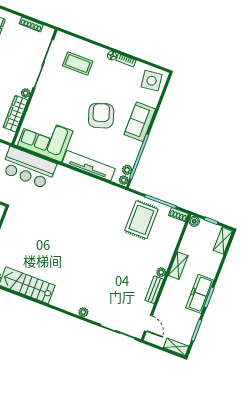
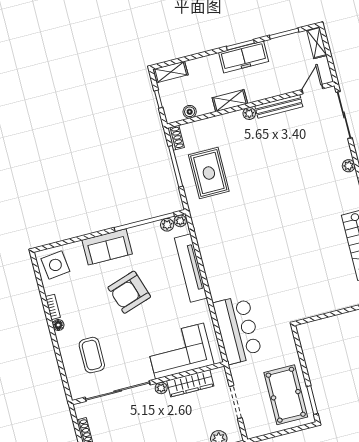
corner sofa: (45, 138) -> (180, 351), moved, turned 90
rug: (141, 220) -> (209, 173), turned 90
boiler: (194, 221) -> (190, 112), moved
bench: (154, 290) -> (279, 106), width x1.36

